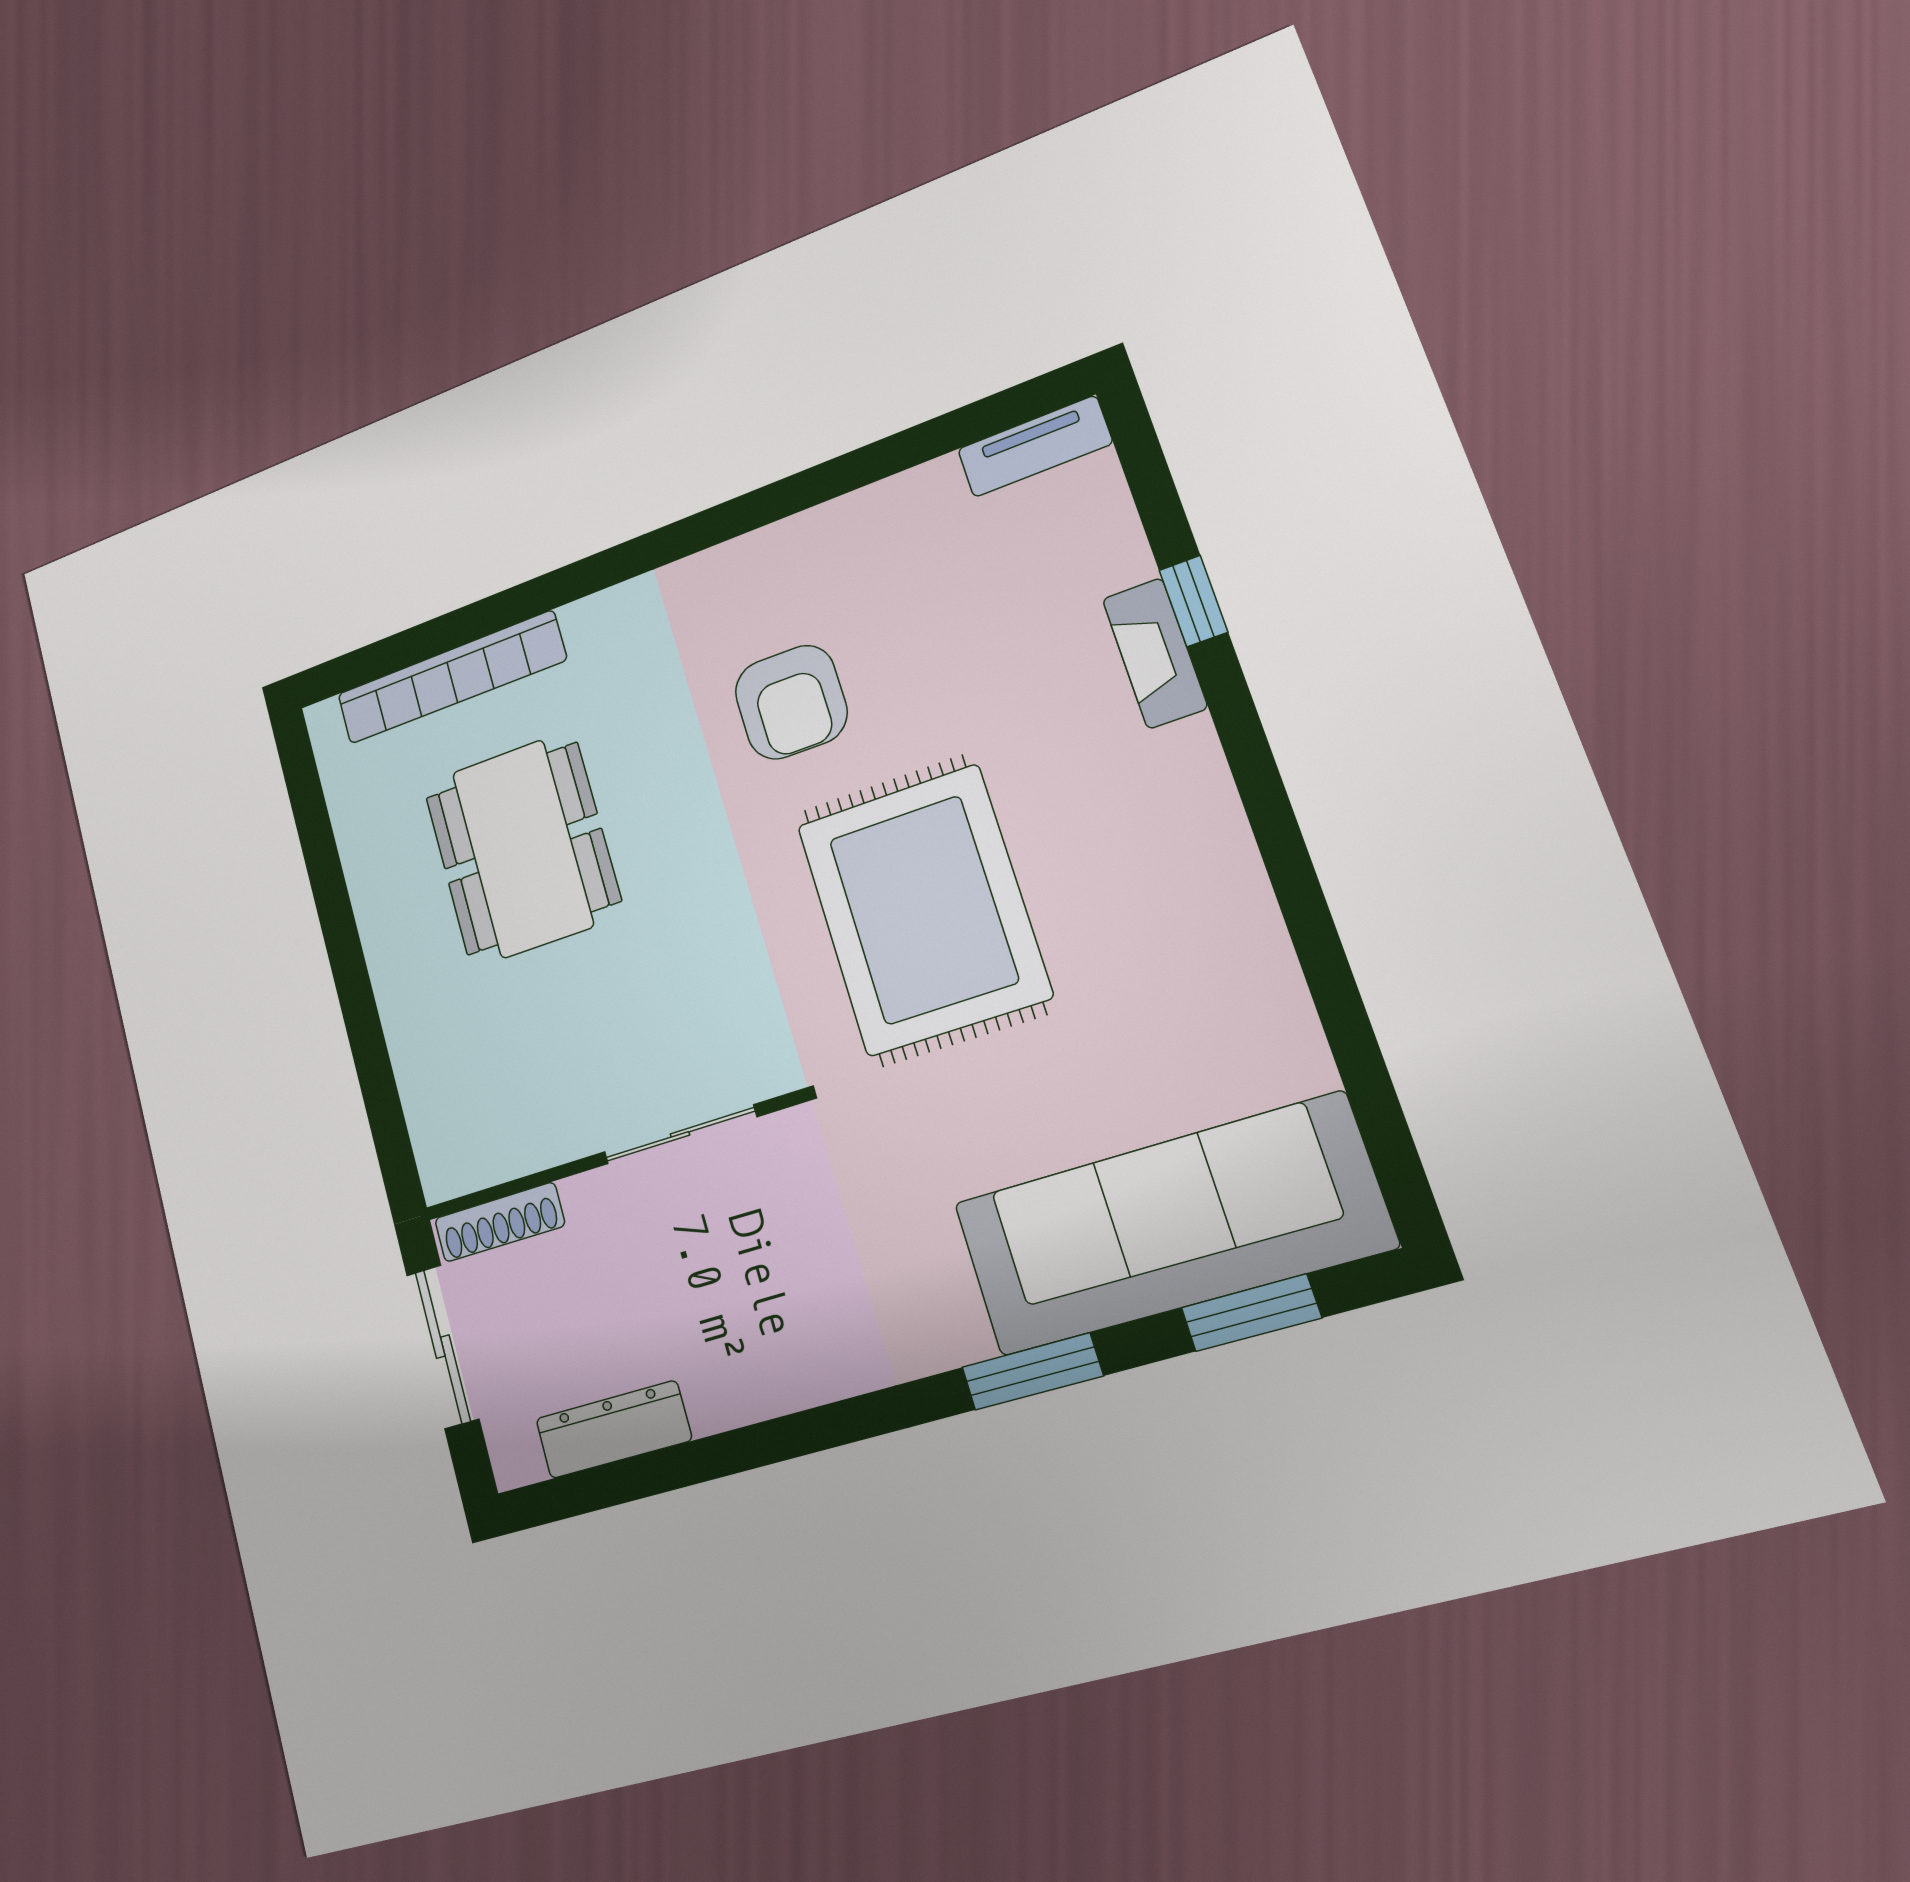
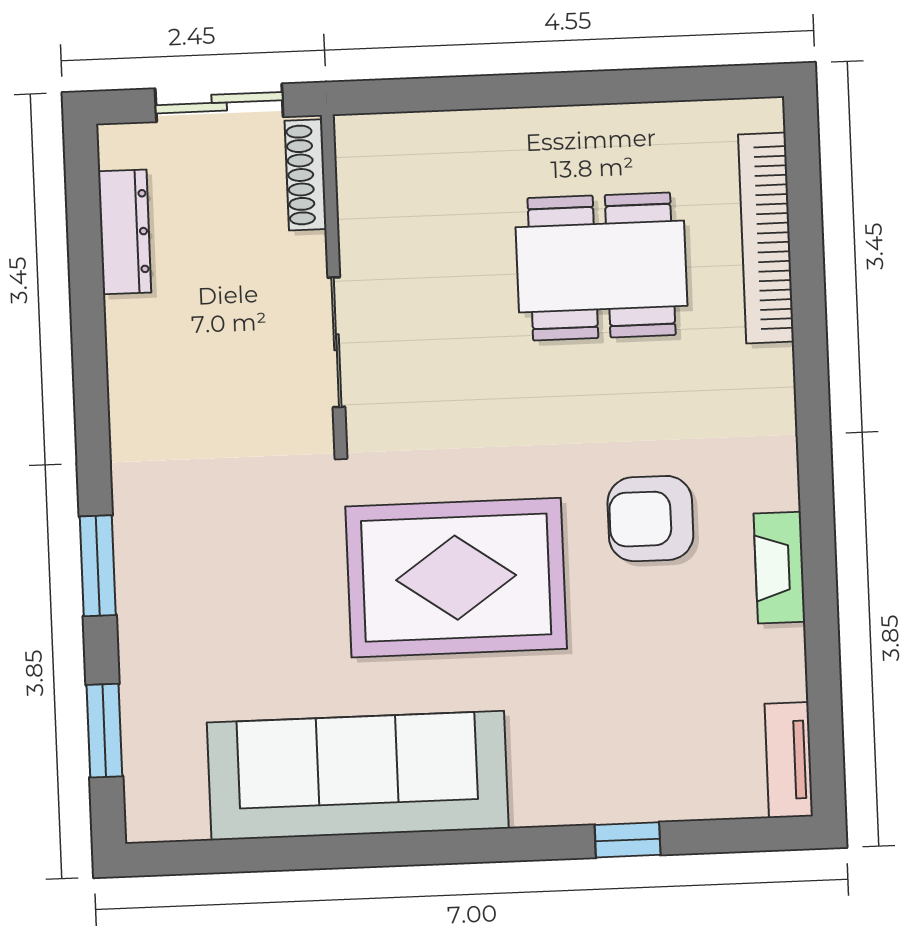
fireplace: (1155, 653) -> (779, 568), moved, turned -90
sofa: (1171, 1225) -> (358, 775), moved, turned -90

